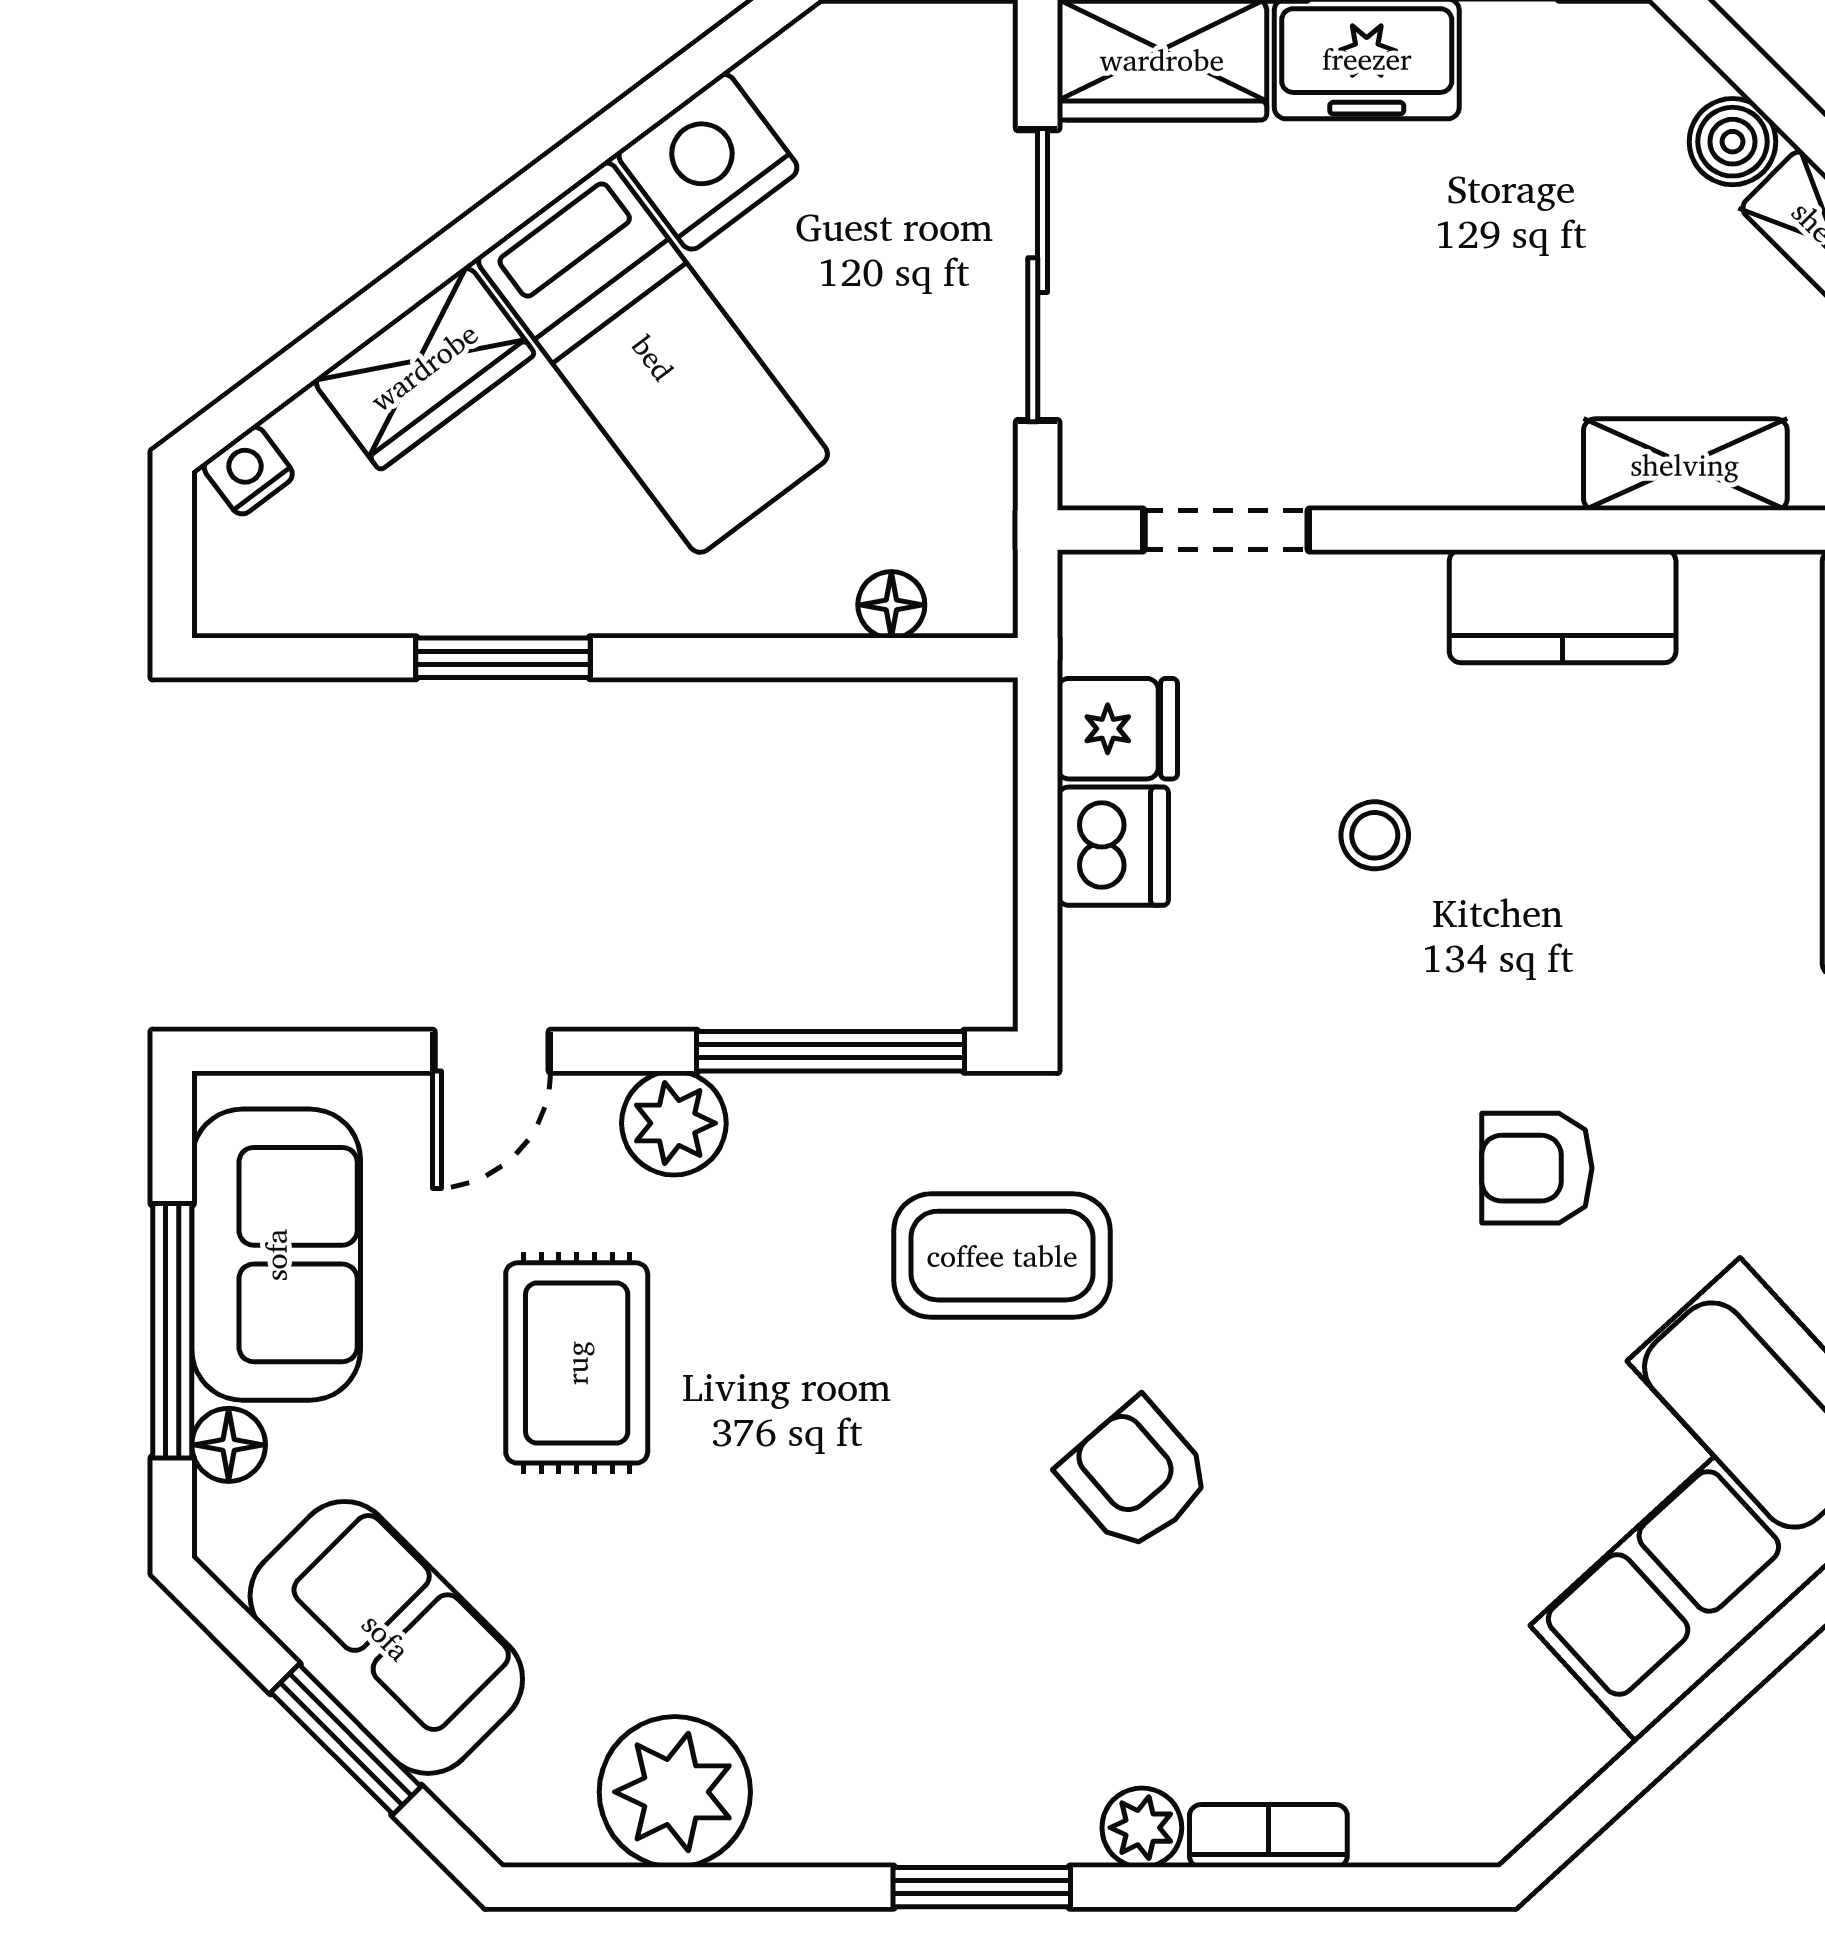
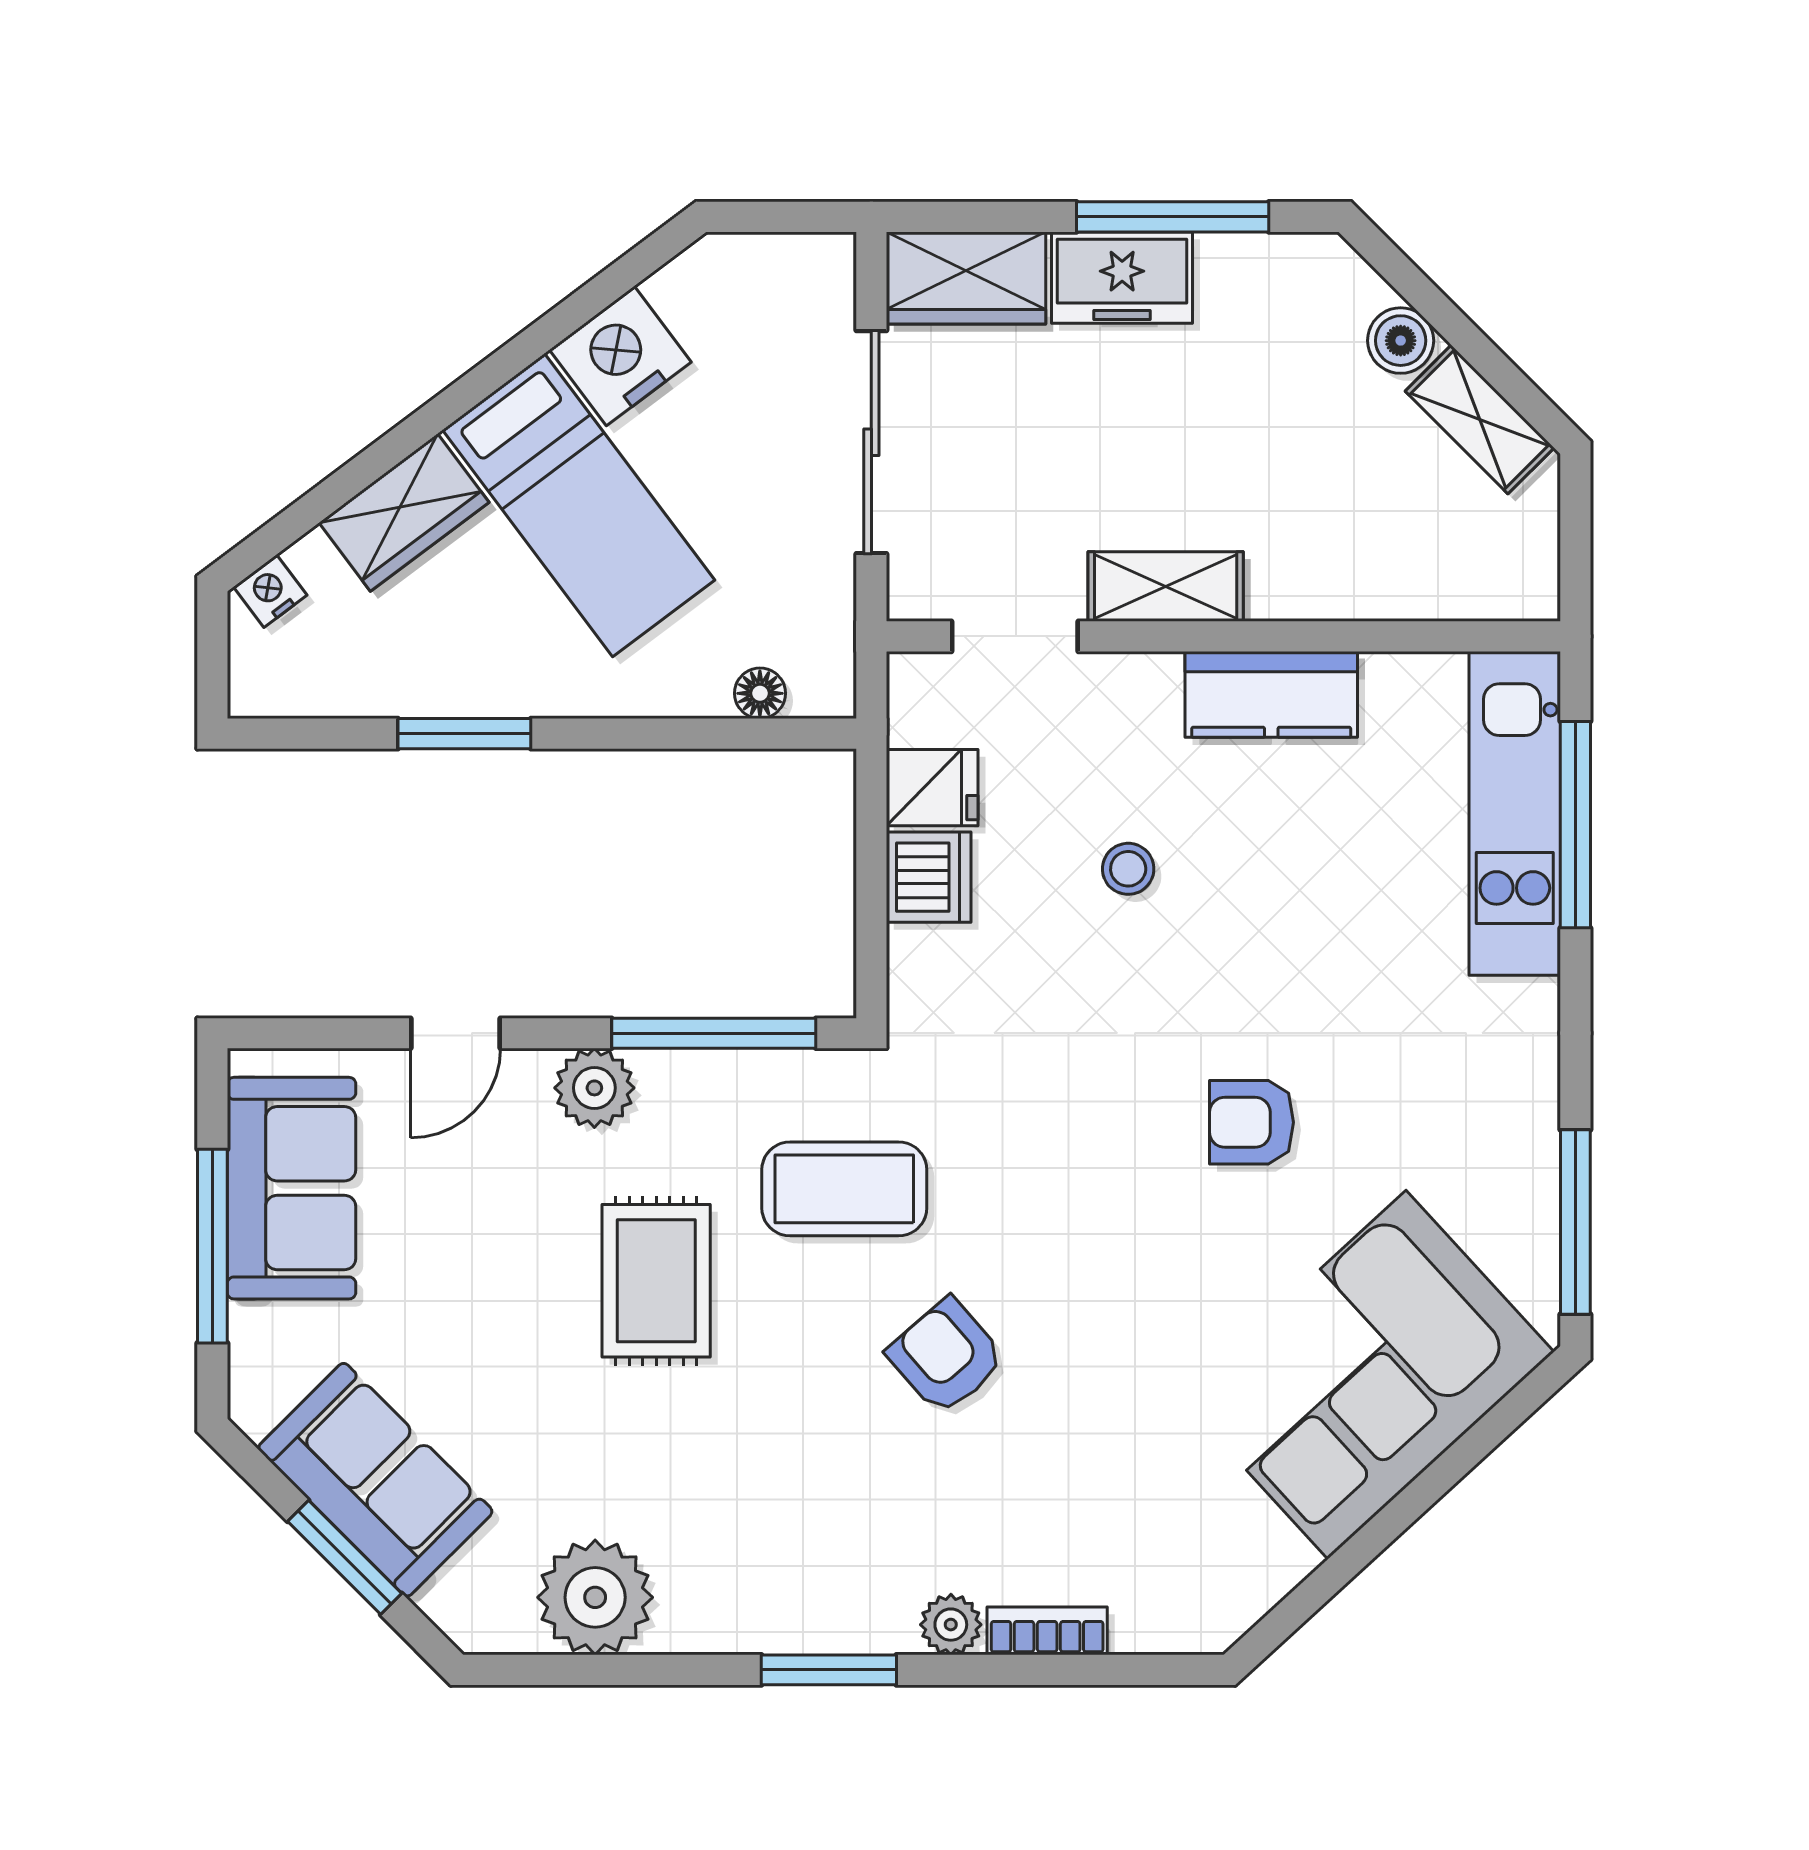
shelving: (1685, 465) -> (1166, 586), moved
rug: (577, 1363) -> (656, 1281), moved
floor lamp: (229, 1445) -> (255, 1333), removed

